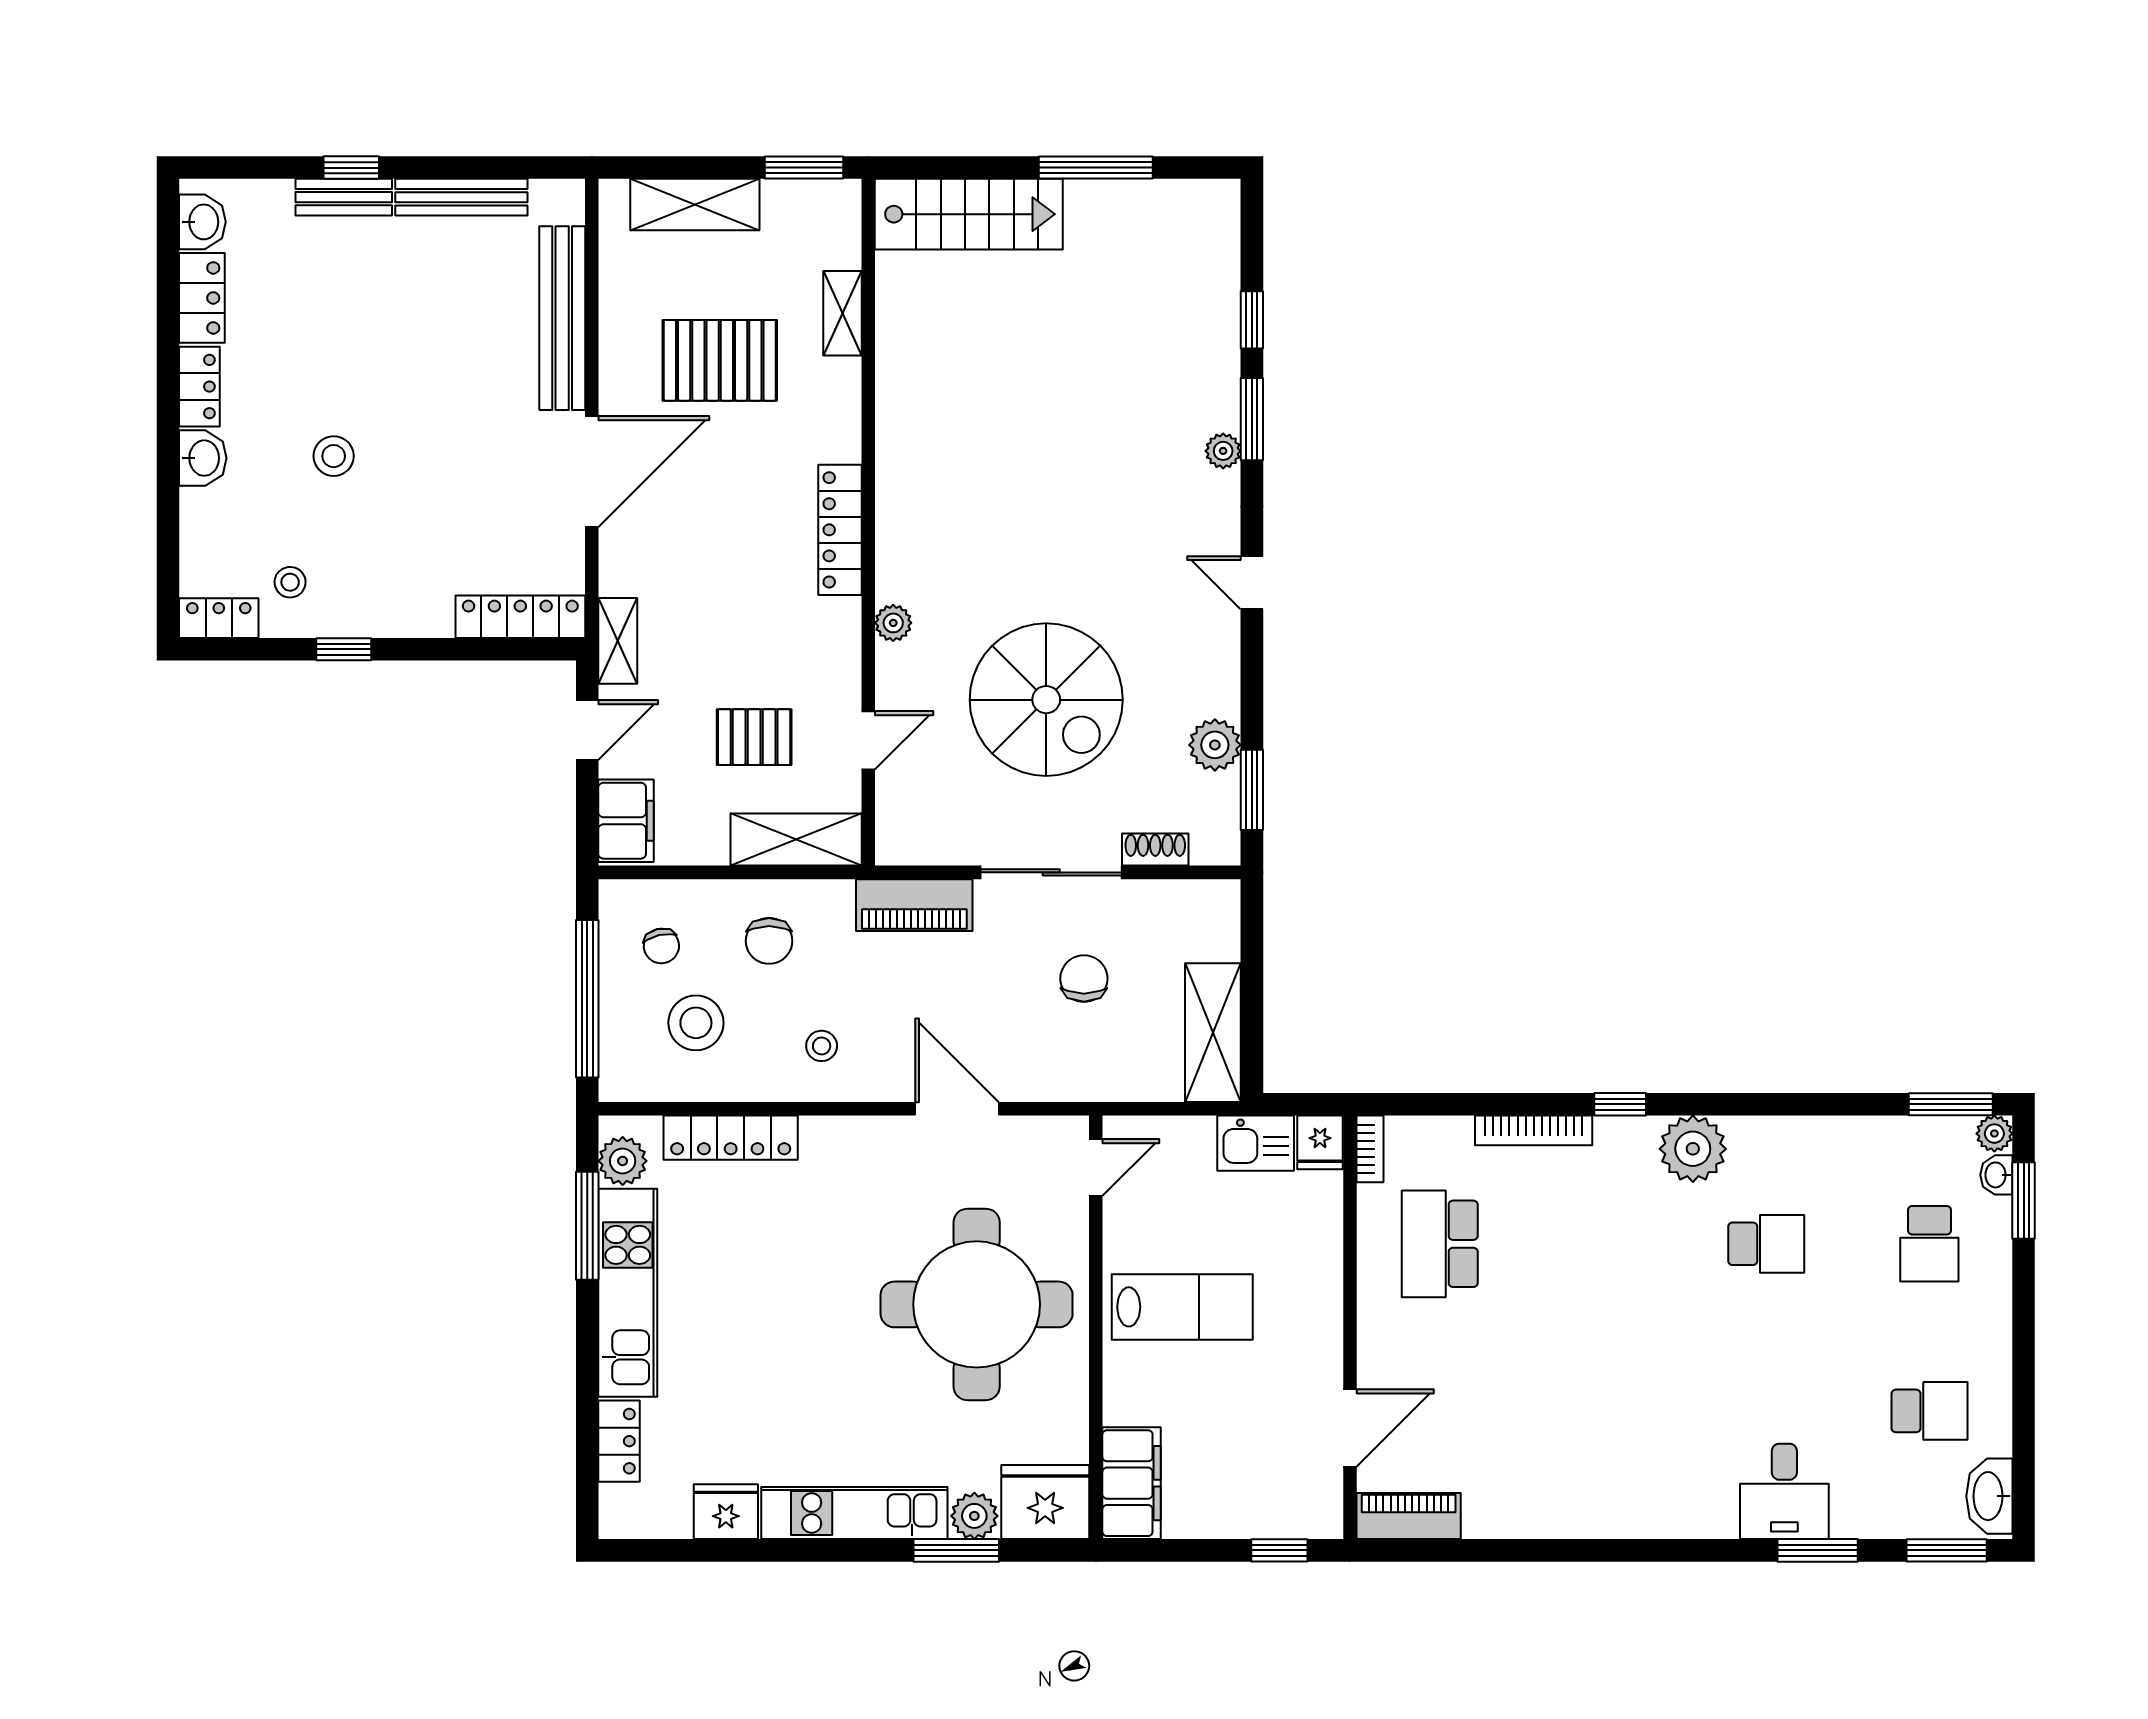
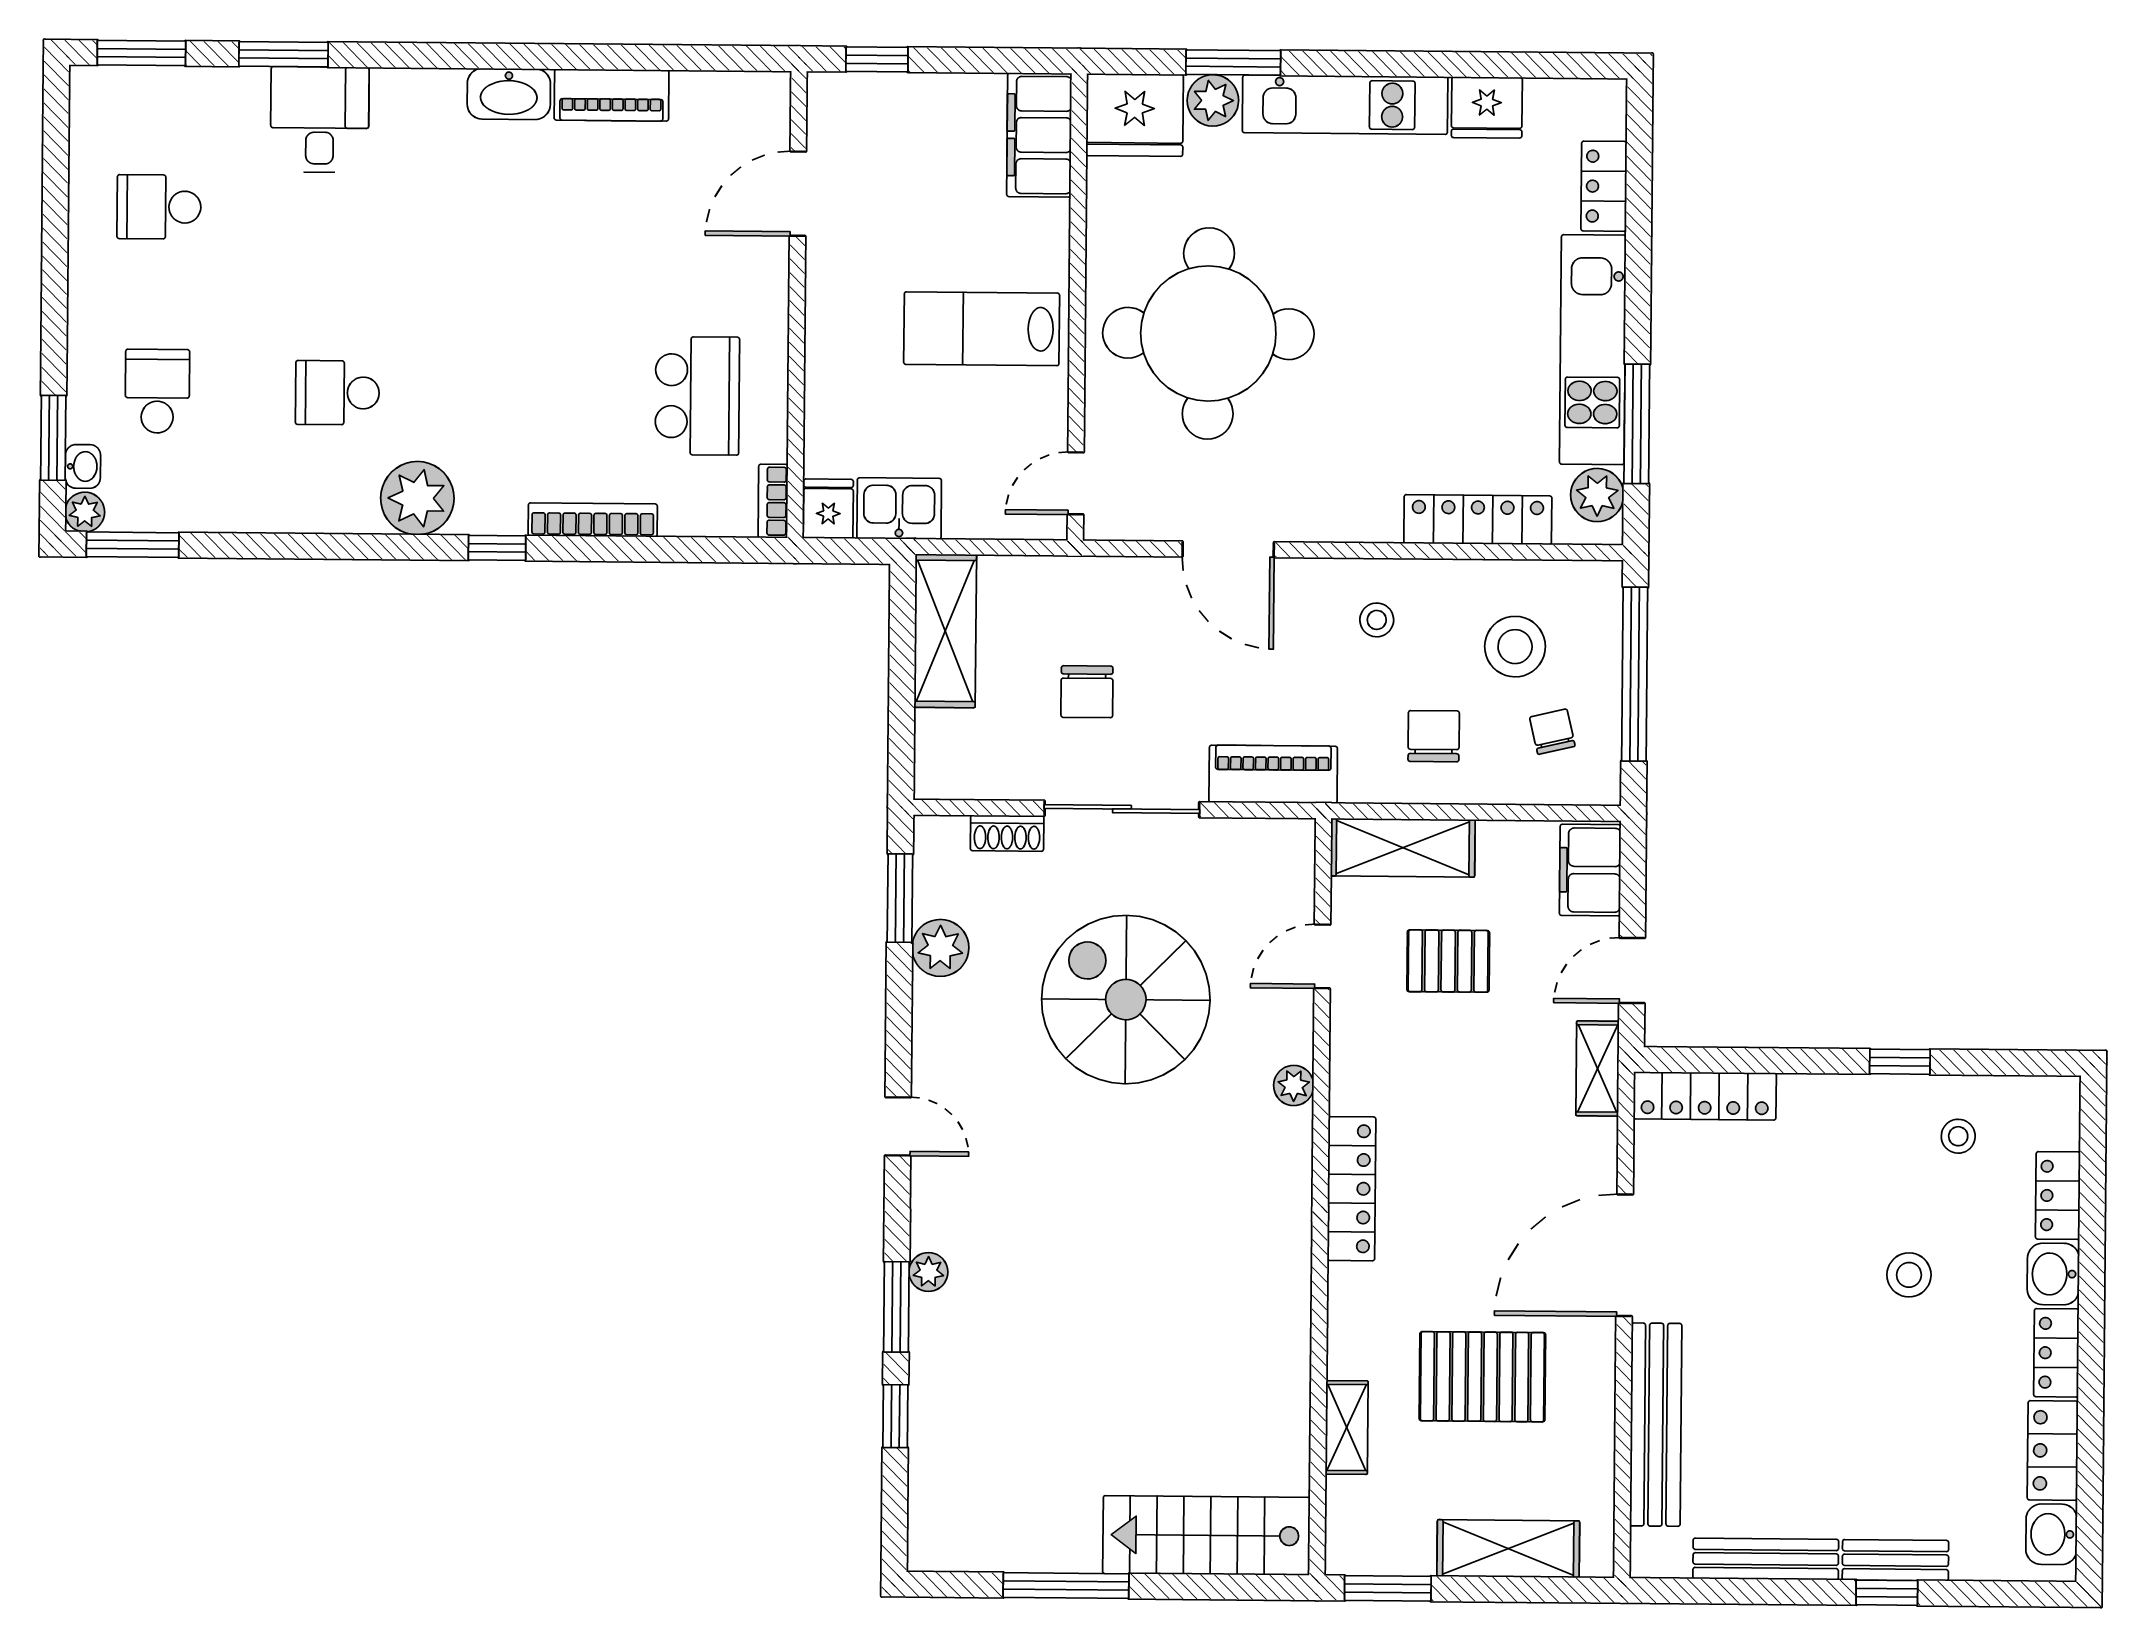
locker: (219, 618) -> (2058, 1196), moved, turned 90
washbasin: (1989, 1496) -> (509, 94), moved, turned 90
piano: (1409, 1516) -> (612, 95), moved

